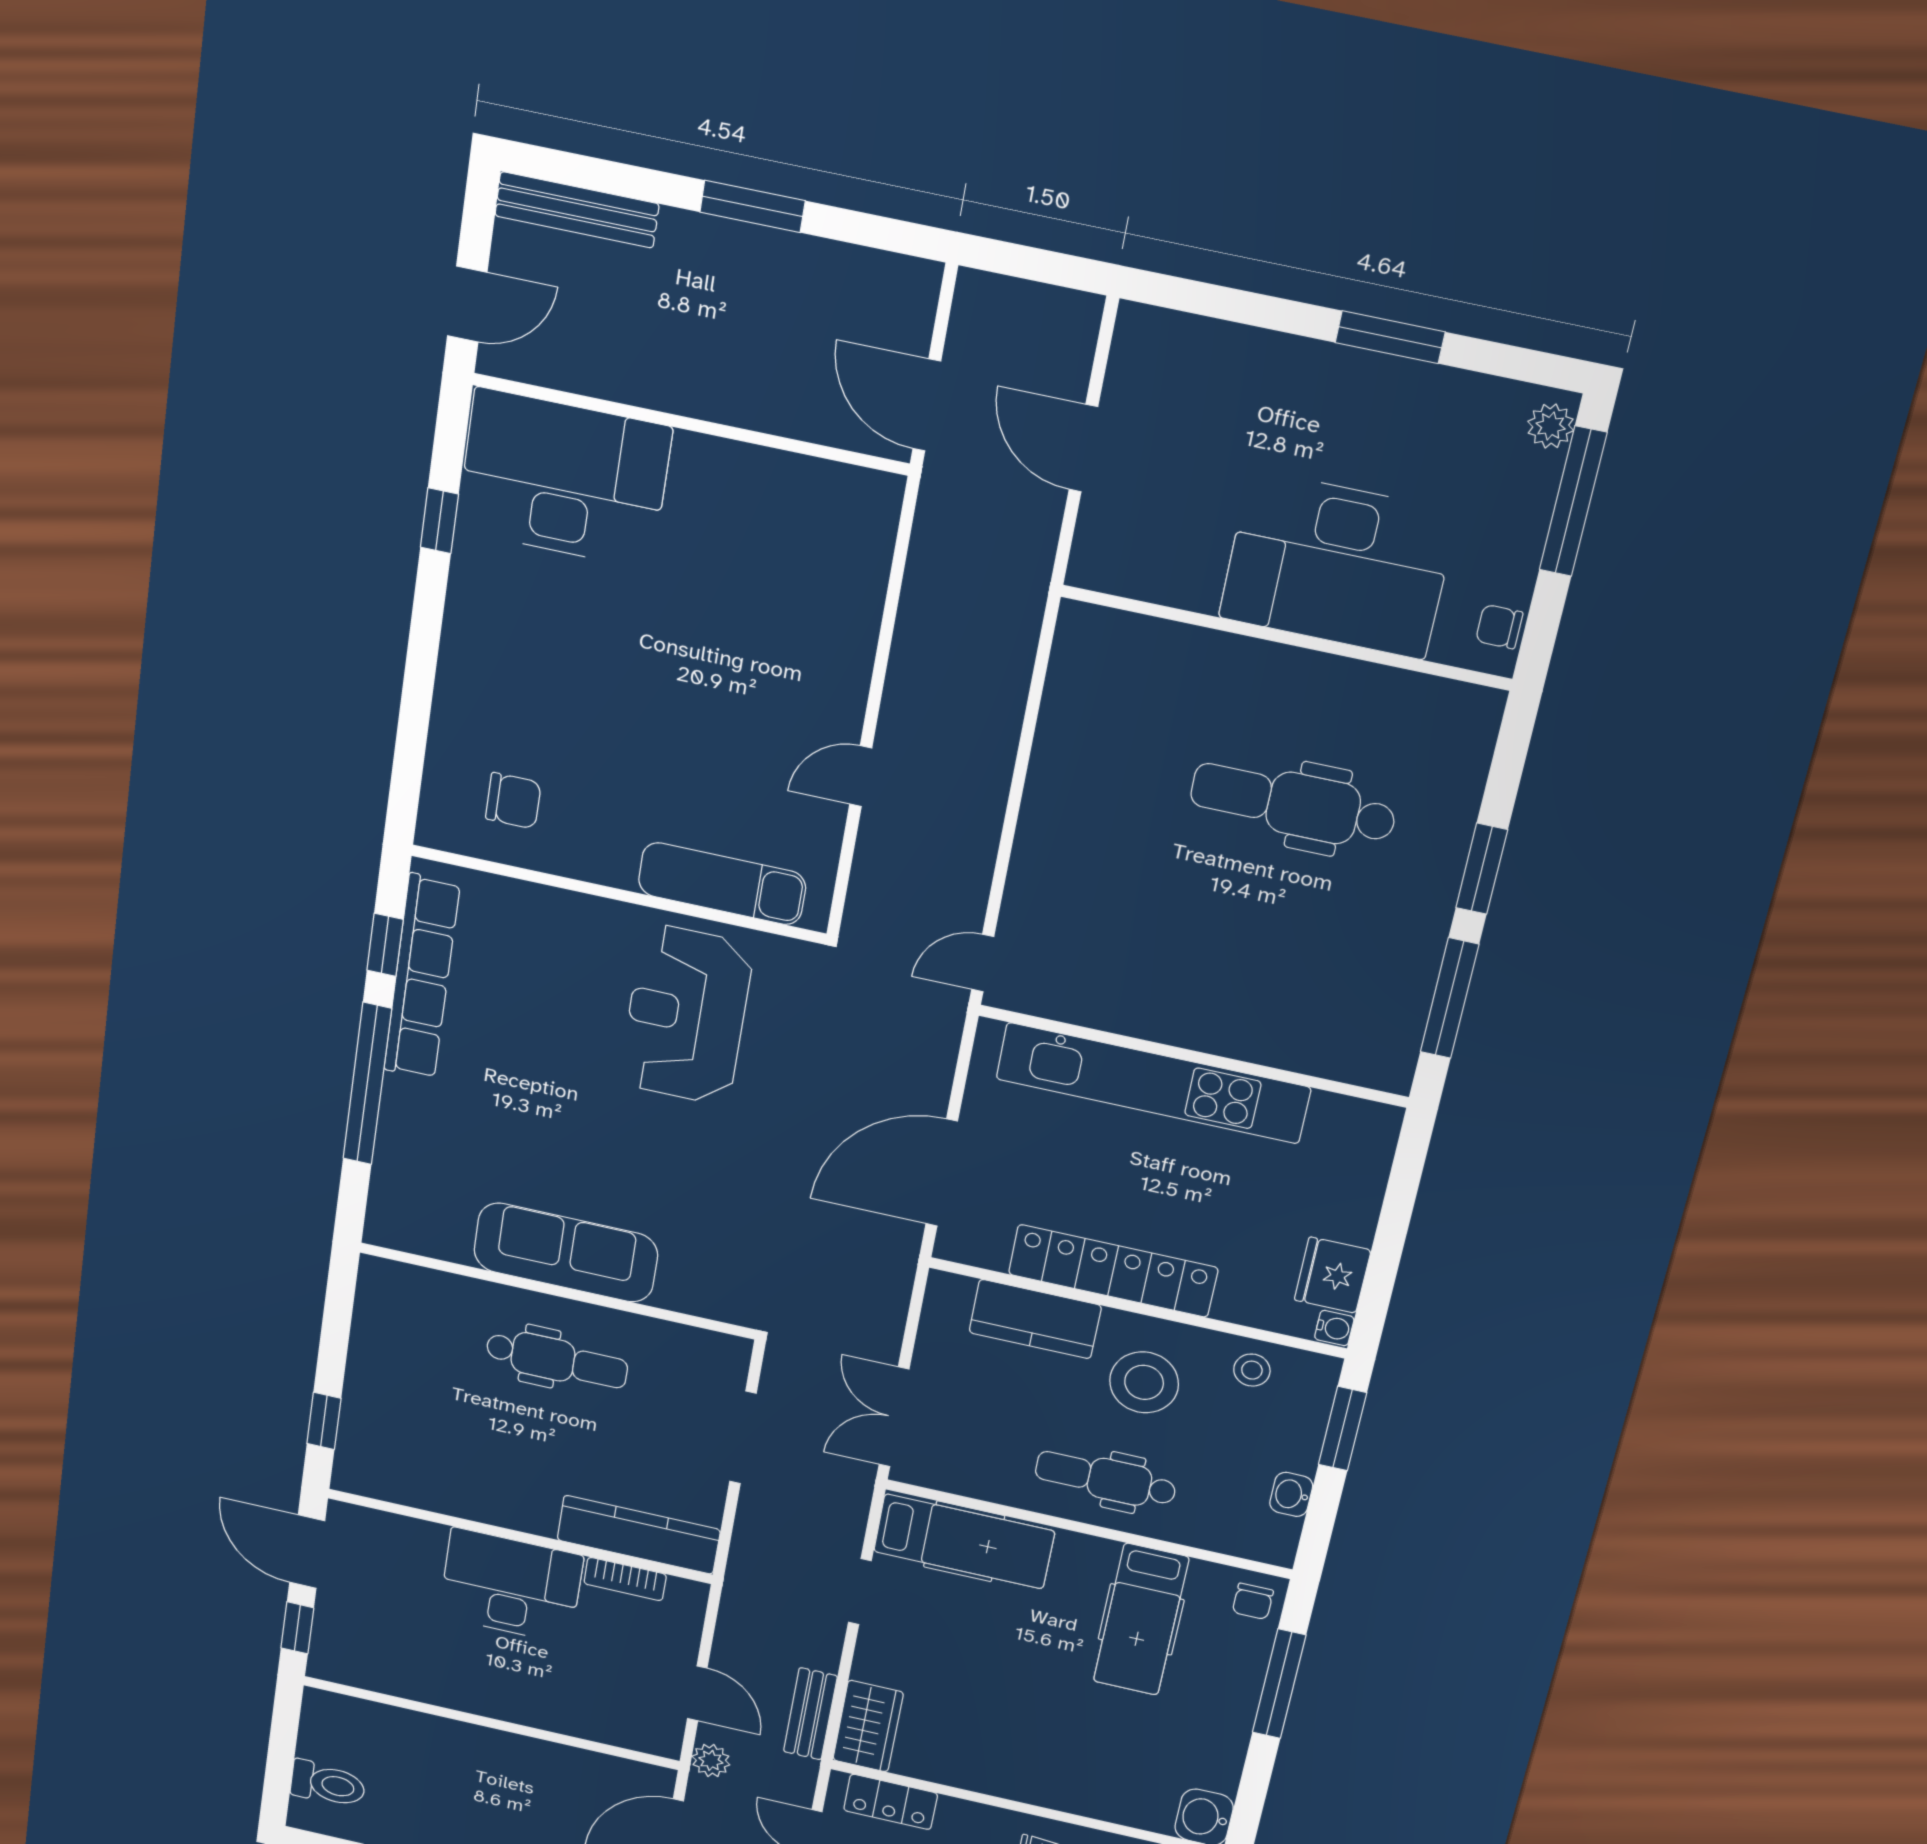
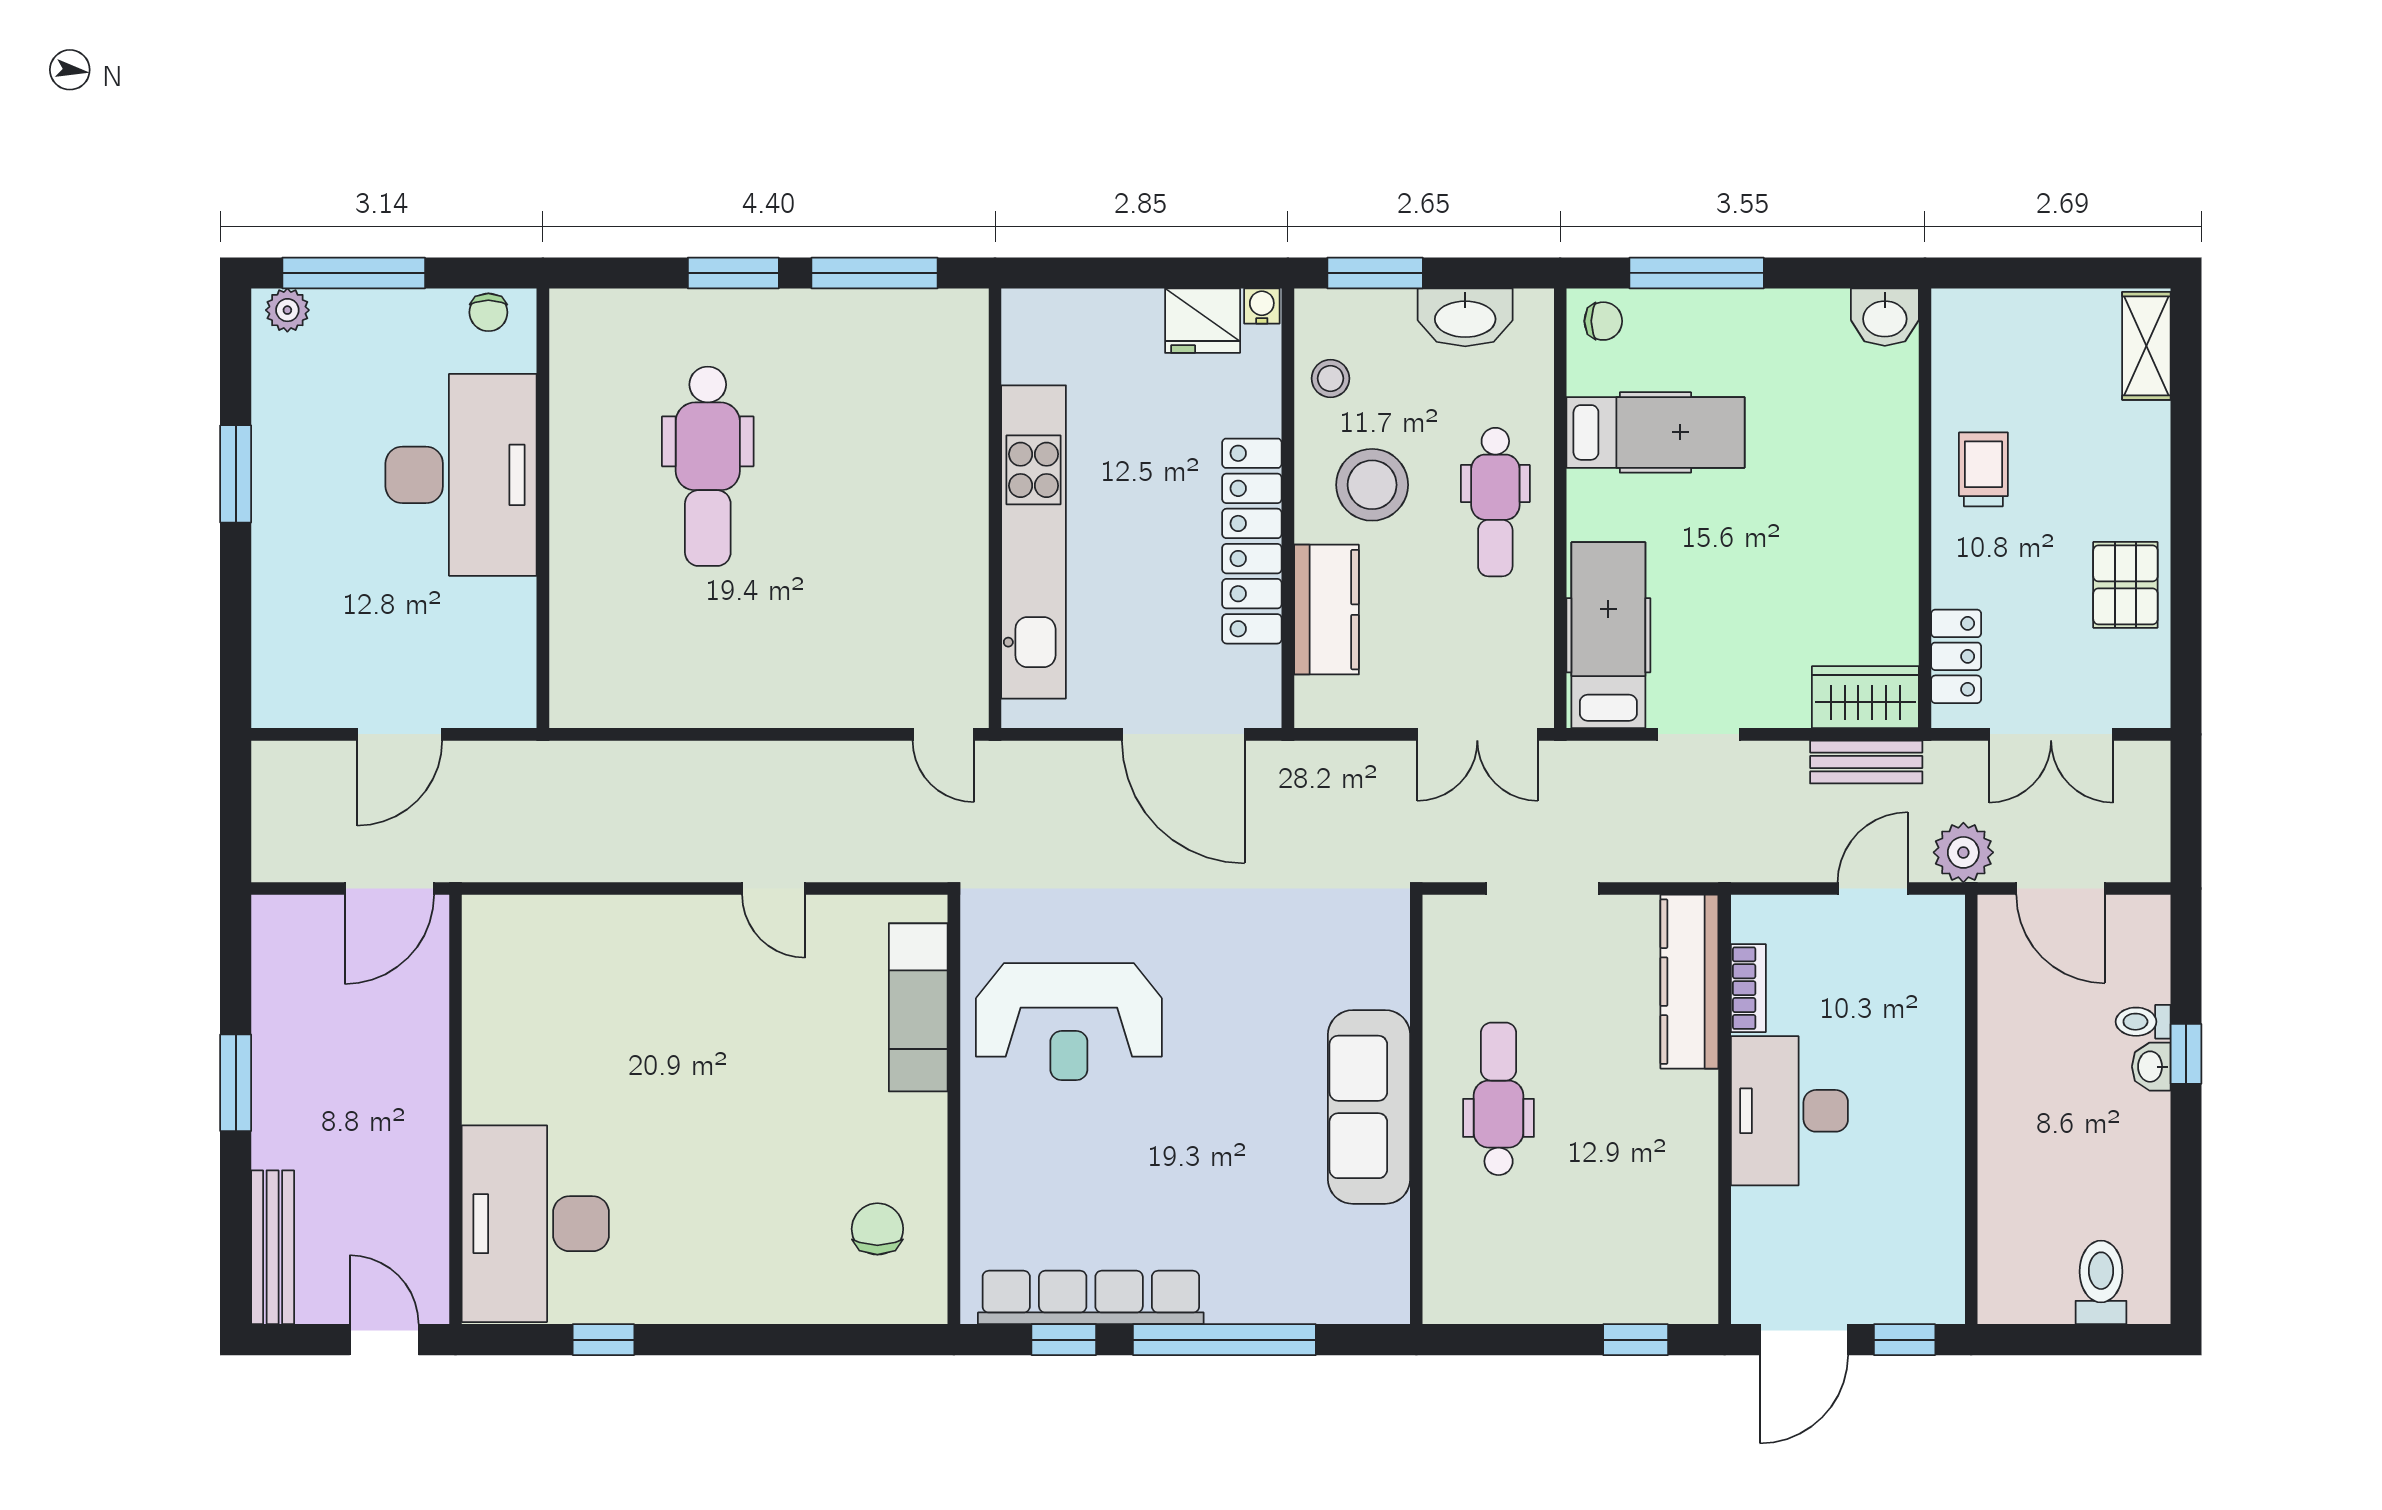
washbasin: (1291, 1494) -> (1465, 317), width x1.91, depth x1.45
plant: (711, 1760) -> (1963, 852), width x1.38, depth x1.38

